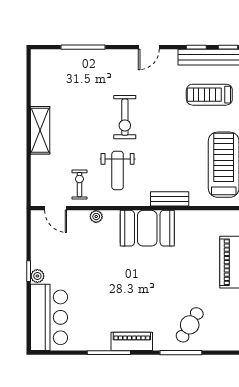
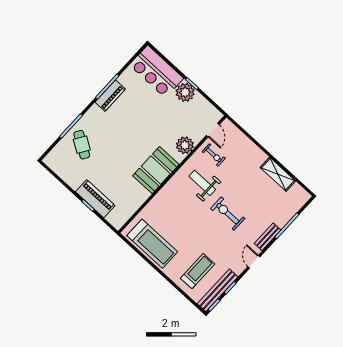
shelving: (40, 130) -> (278, 174), moved
bench: (170, 199) -> (268, 237), moved
door: (56, 208) -> (213, 130), swing flipped
plant: (96, 217) -> (185, 145), width x1.87, depth x1.87
plant: (37, 276) -> (185, 92), width x1.87, depth x1.87
piano: (132, 341) -> (110, 96), moved

